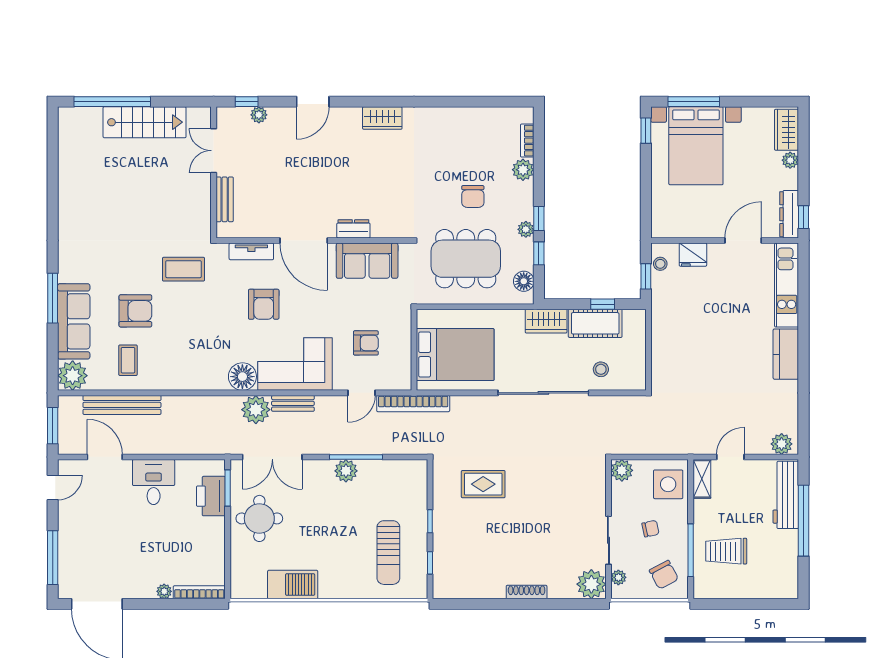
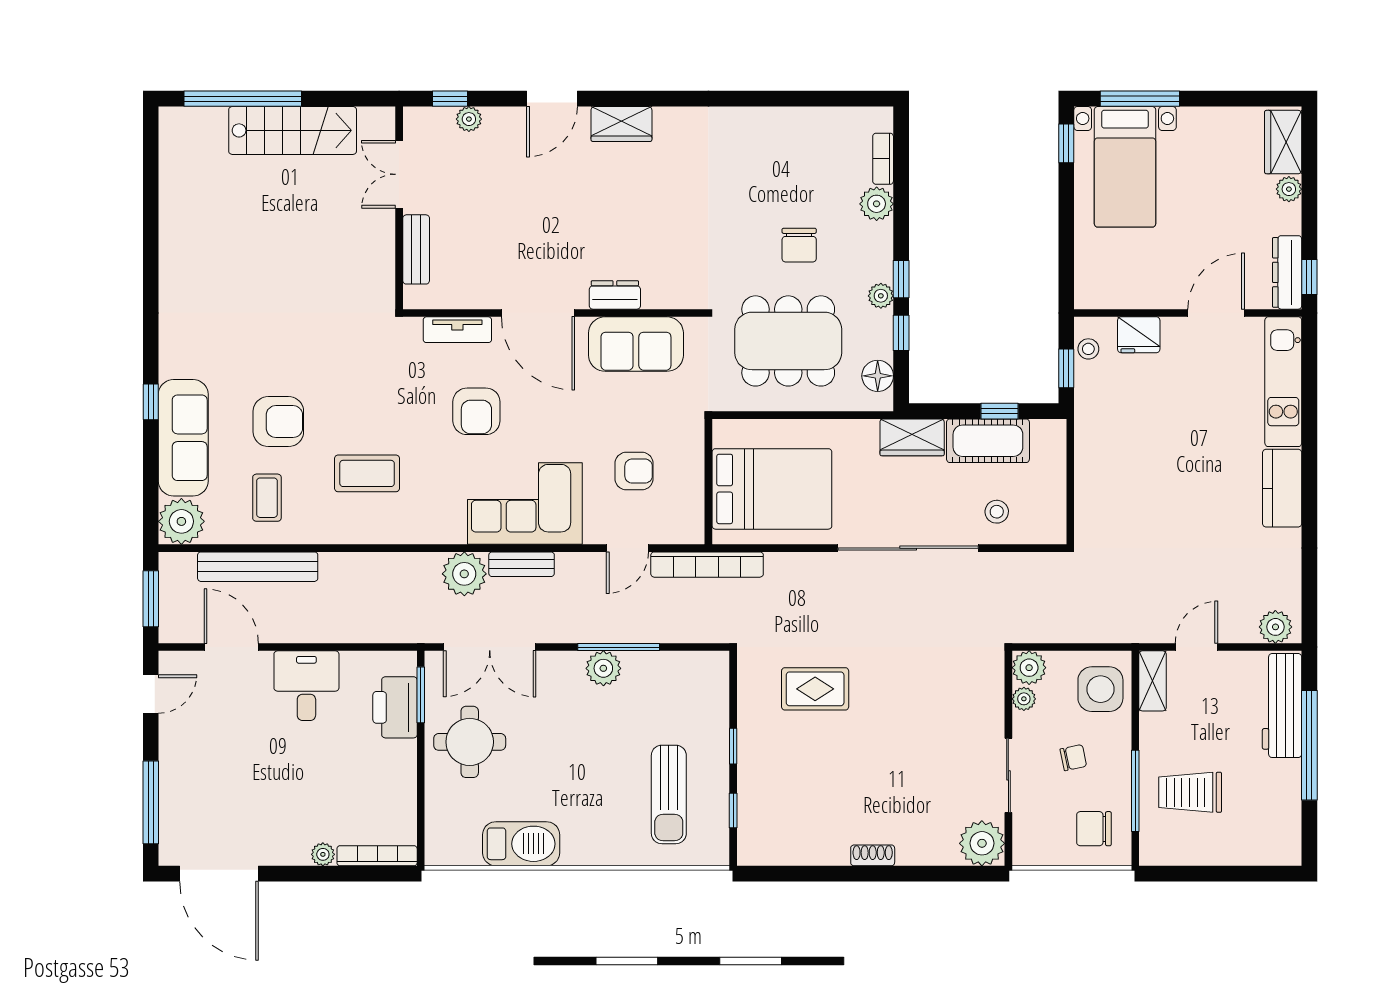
wardrobe: (382, 118) -> (621, 124), moved
bed with nightstands: (696, 146) -> (1125, 167), width x0.73
coffee table: (183, 269) -> (367, 473), moved
window: (53, 298) -> (151, 402), width x0.46
floor lamp: (242, 377) -> (444, 523), removed
chair: (664, 575) -> (1094, 829), turned 118
plant: (618, 577) -> (1024, 699), moved
shoe rack: (527, 592) -> (873, 855), width x0.70

